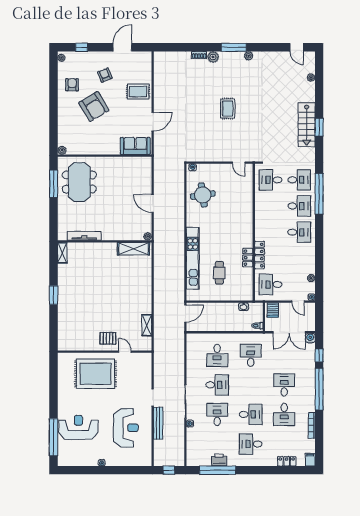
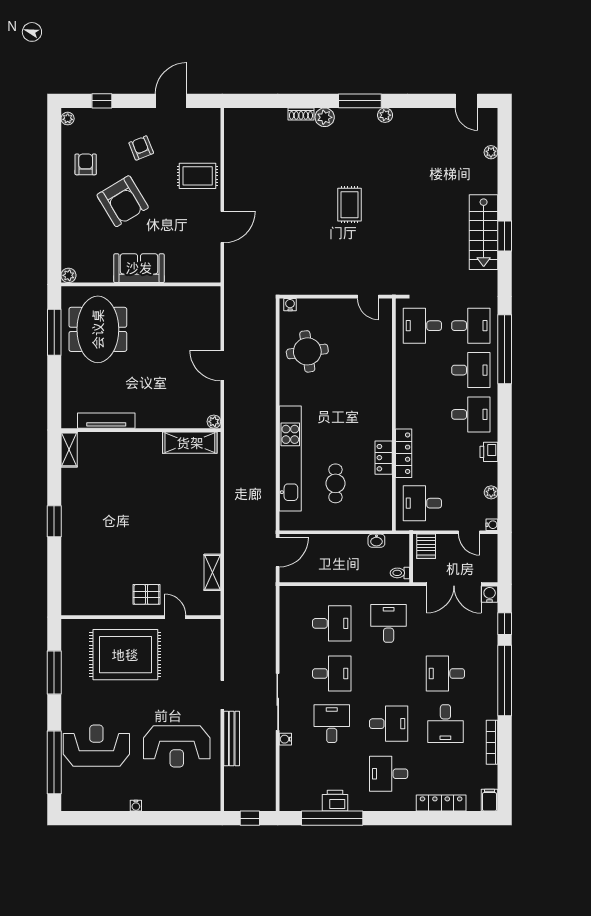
sofa: (135, 146) -> (139, 268), moved
printer: (310, 254) -> (489, 452), added
desk: (217, 355) -> (332, 623), turned -90
window: (54, 384) -> (54, 672), added
desk: (284, 385) -> (445, 674), turned -90
reception desk: (126, 428) -> (177, 746), turned 90
locker: (287, 461) -> (441, 803), width x1.53

